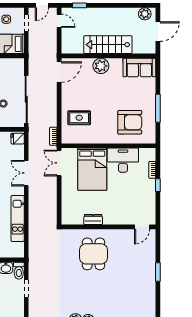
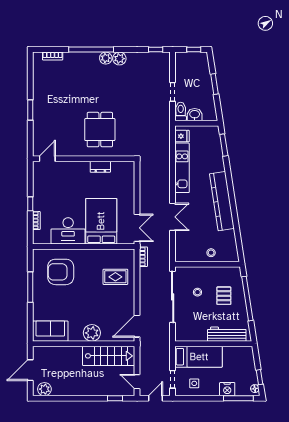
stairs: (108, 45) -> (109, 356), moved
fridge: (18, 139) -> (182, 136), moved

